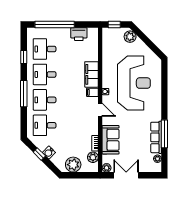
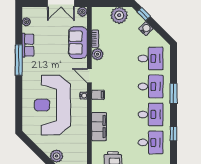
filing cabinet: (91, 74) -> (99, 127), moved
window: (24, 94) -> (173, 93), width x0.69
window: (164, 134) -> (19, 60), moved
row of seats: (156, 137) -> (28, 45), width x0.68
window: (39, 154) -> (144, 14), moved
plant: (93, 157) -> (97, 54), moved

